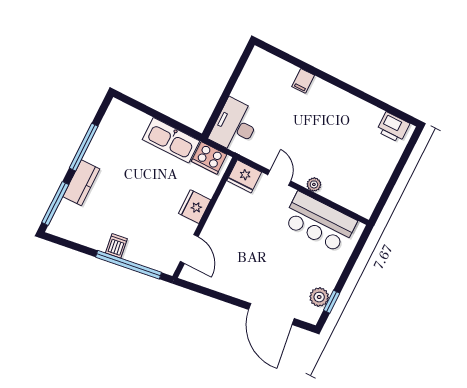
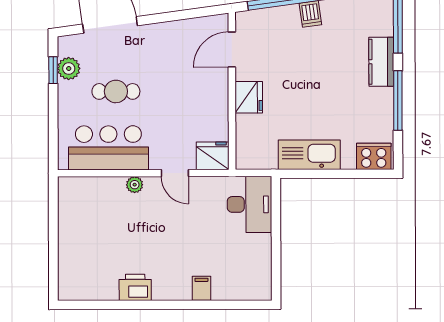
printer: (393, 127) -> (135, 287), moved
cooker: (209, 158) -> (374, 156), moved
door: (189, 249) -> (232, 50), hinge flipped
cafe table: (292, 262) -> (116, 91), added

